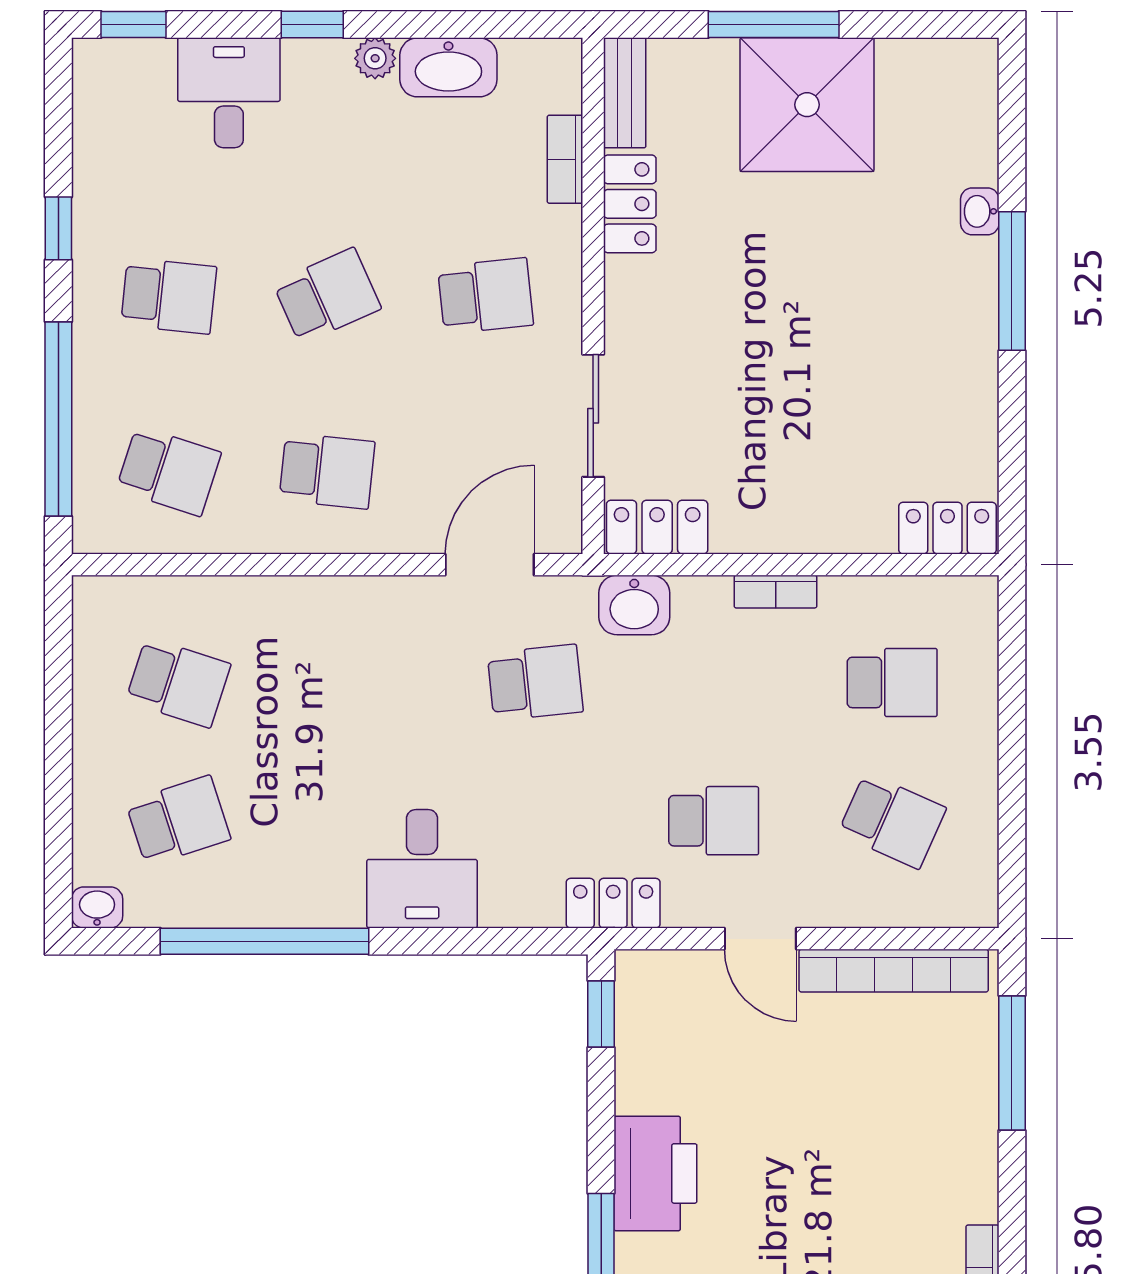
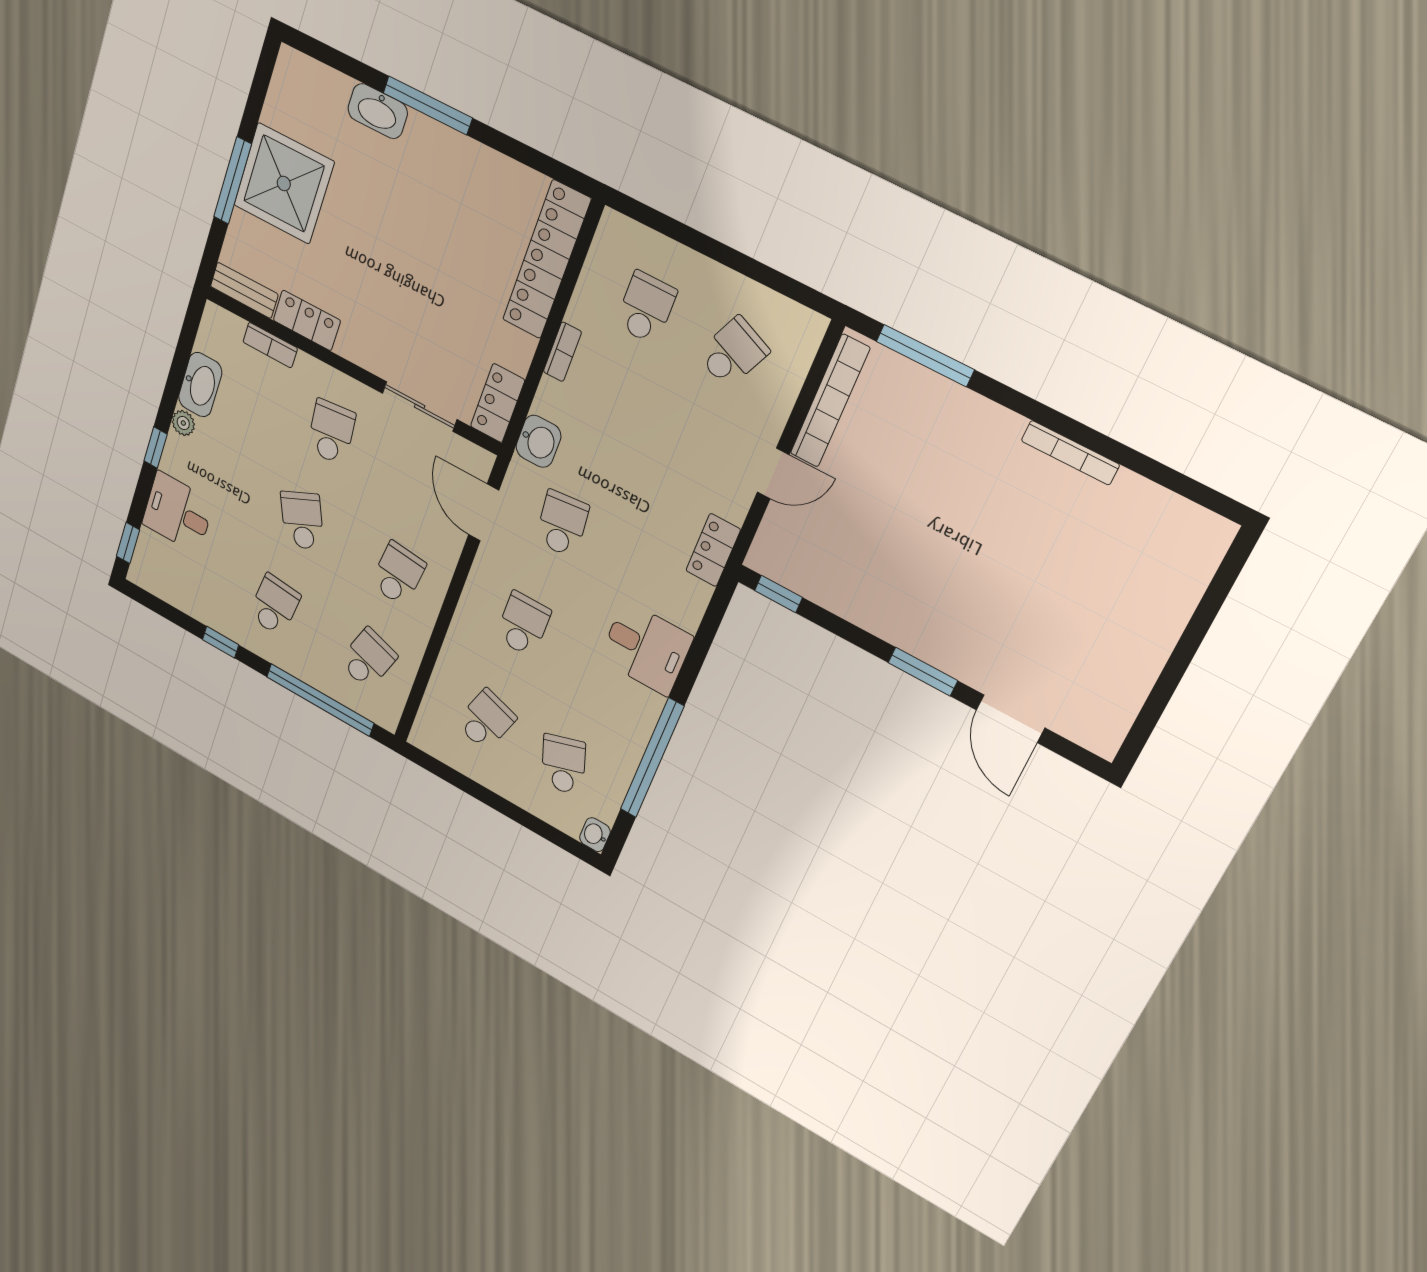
washbasin: (980, 211) -> (378, 111), width x1.91, depth x1.45
locker: (947, 528) -> (546, 260), width x2.16, depth x1.21
school desk: (714, 821) -> (523, 624), moved
printer: (655, 1173) -> (894, 616), removed

